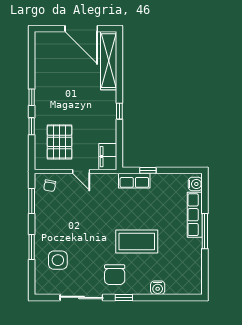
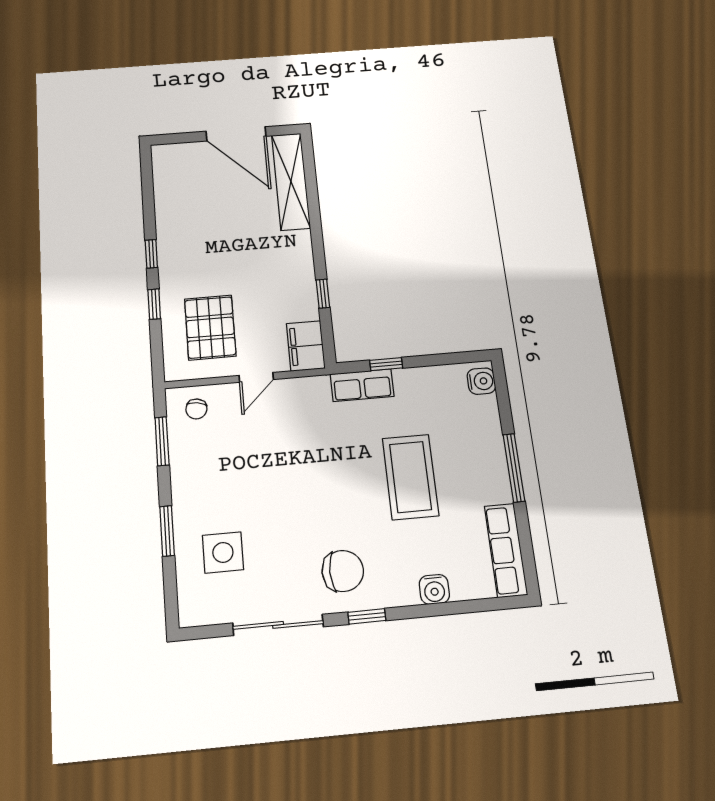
window: (119, 111) -> (323, 294), moved
door: (81, 171) -> (256, 377), hinge flipped
row of seats: (195, 215) -> (506, 550), moved
coffee table: (137, 241) -> (410, 477), moved, turned 90
chair: (115, 275) -> (343, 571), turned -90

